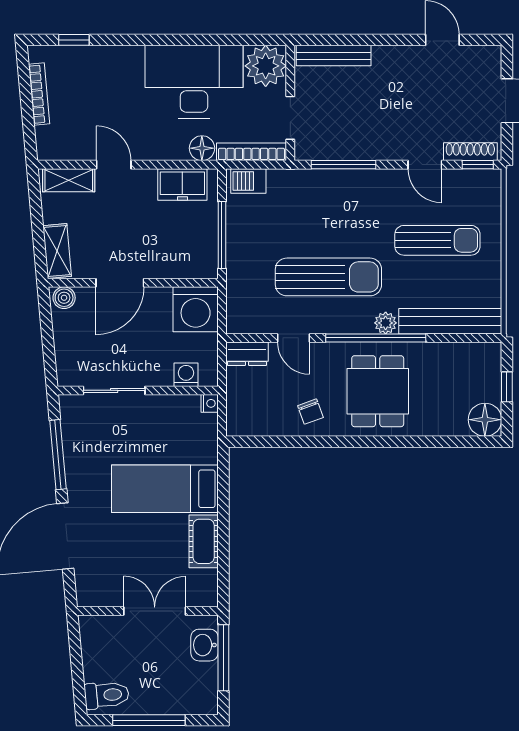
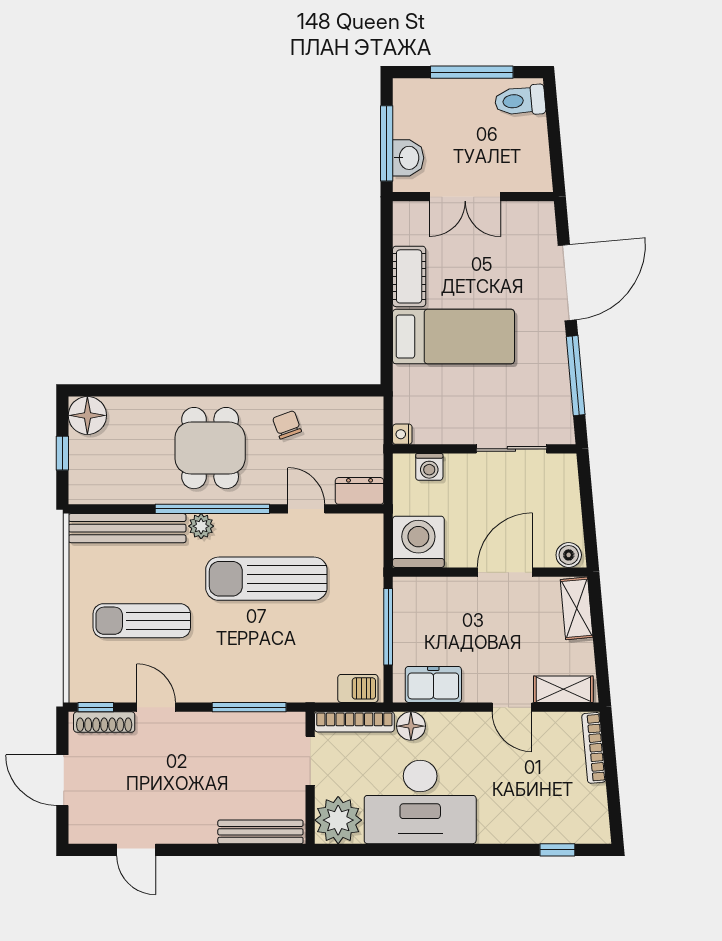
bookcase: (39, 94) -> (594, 748), moved

